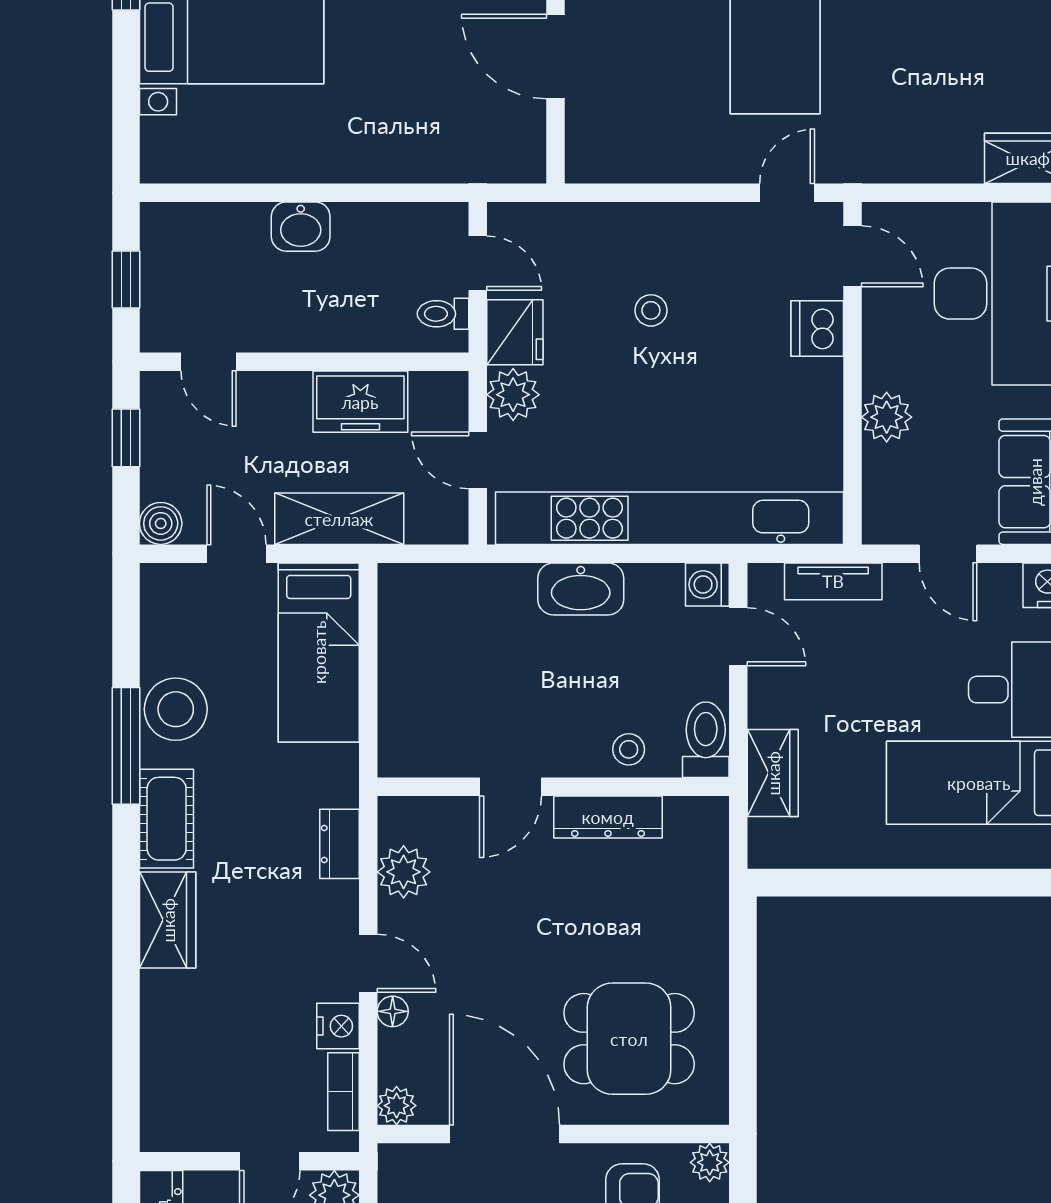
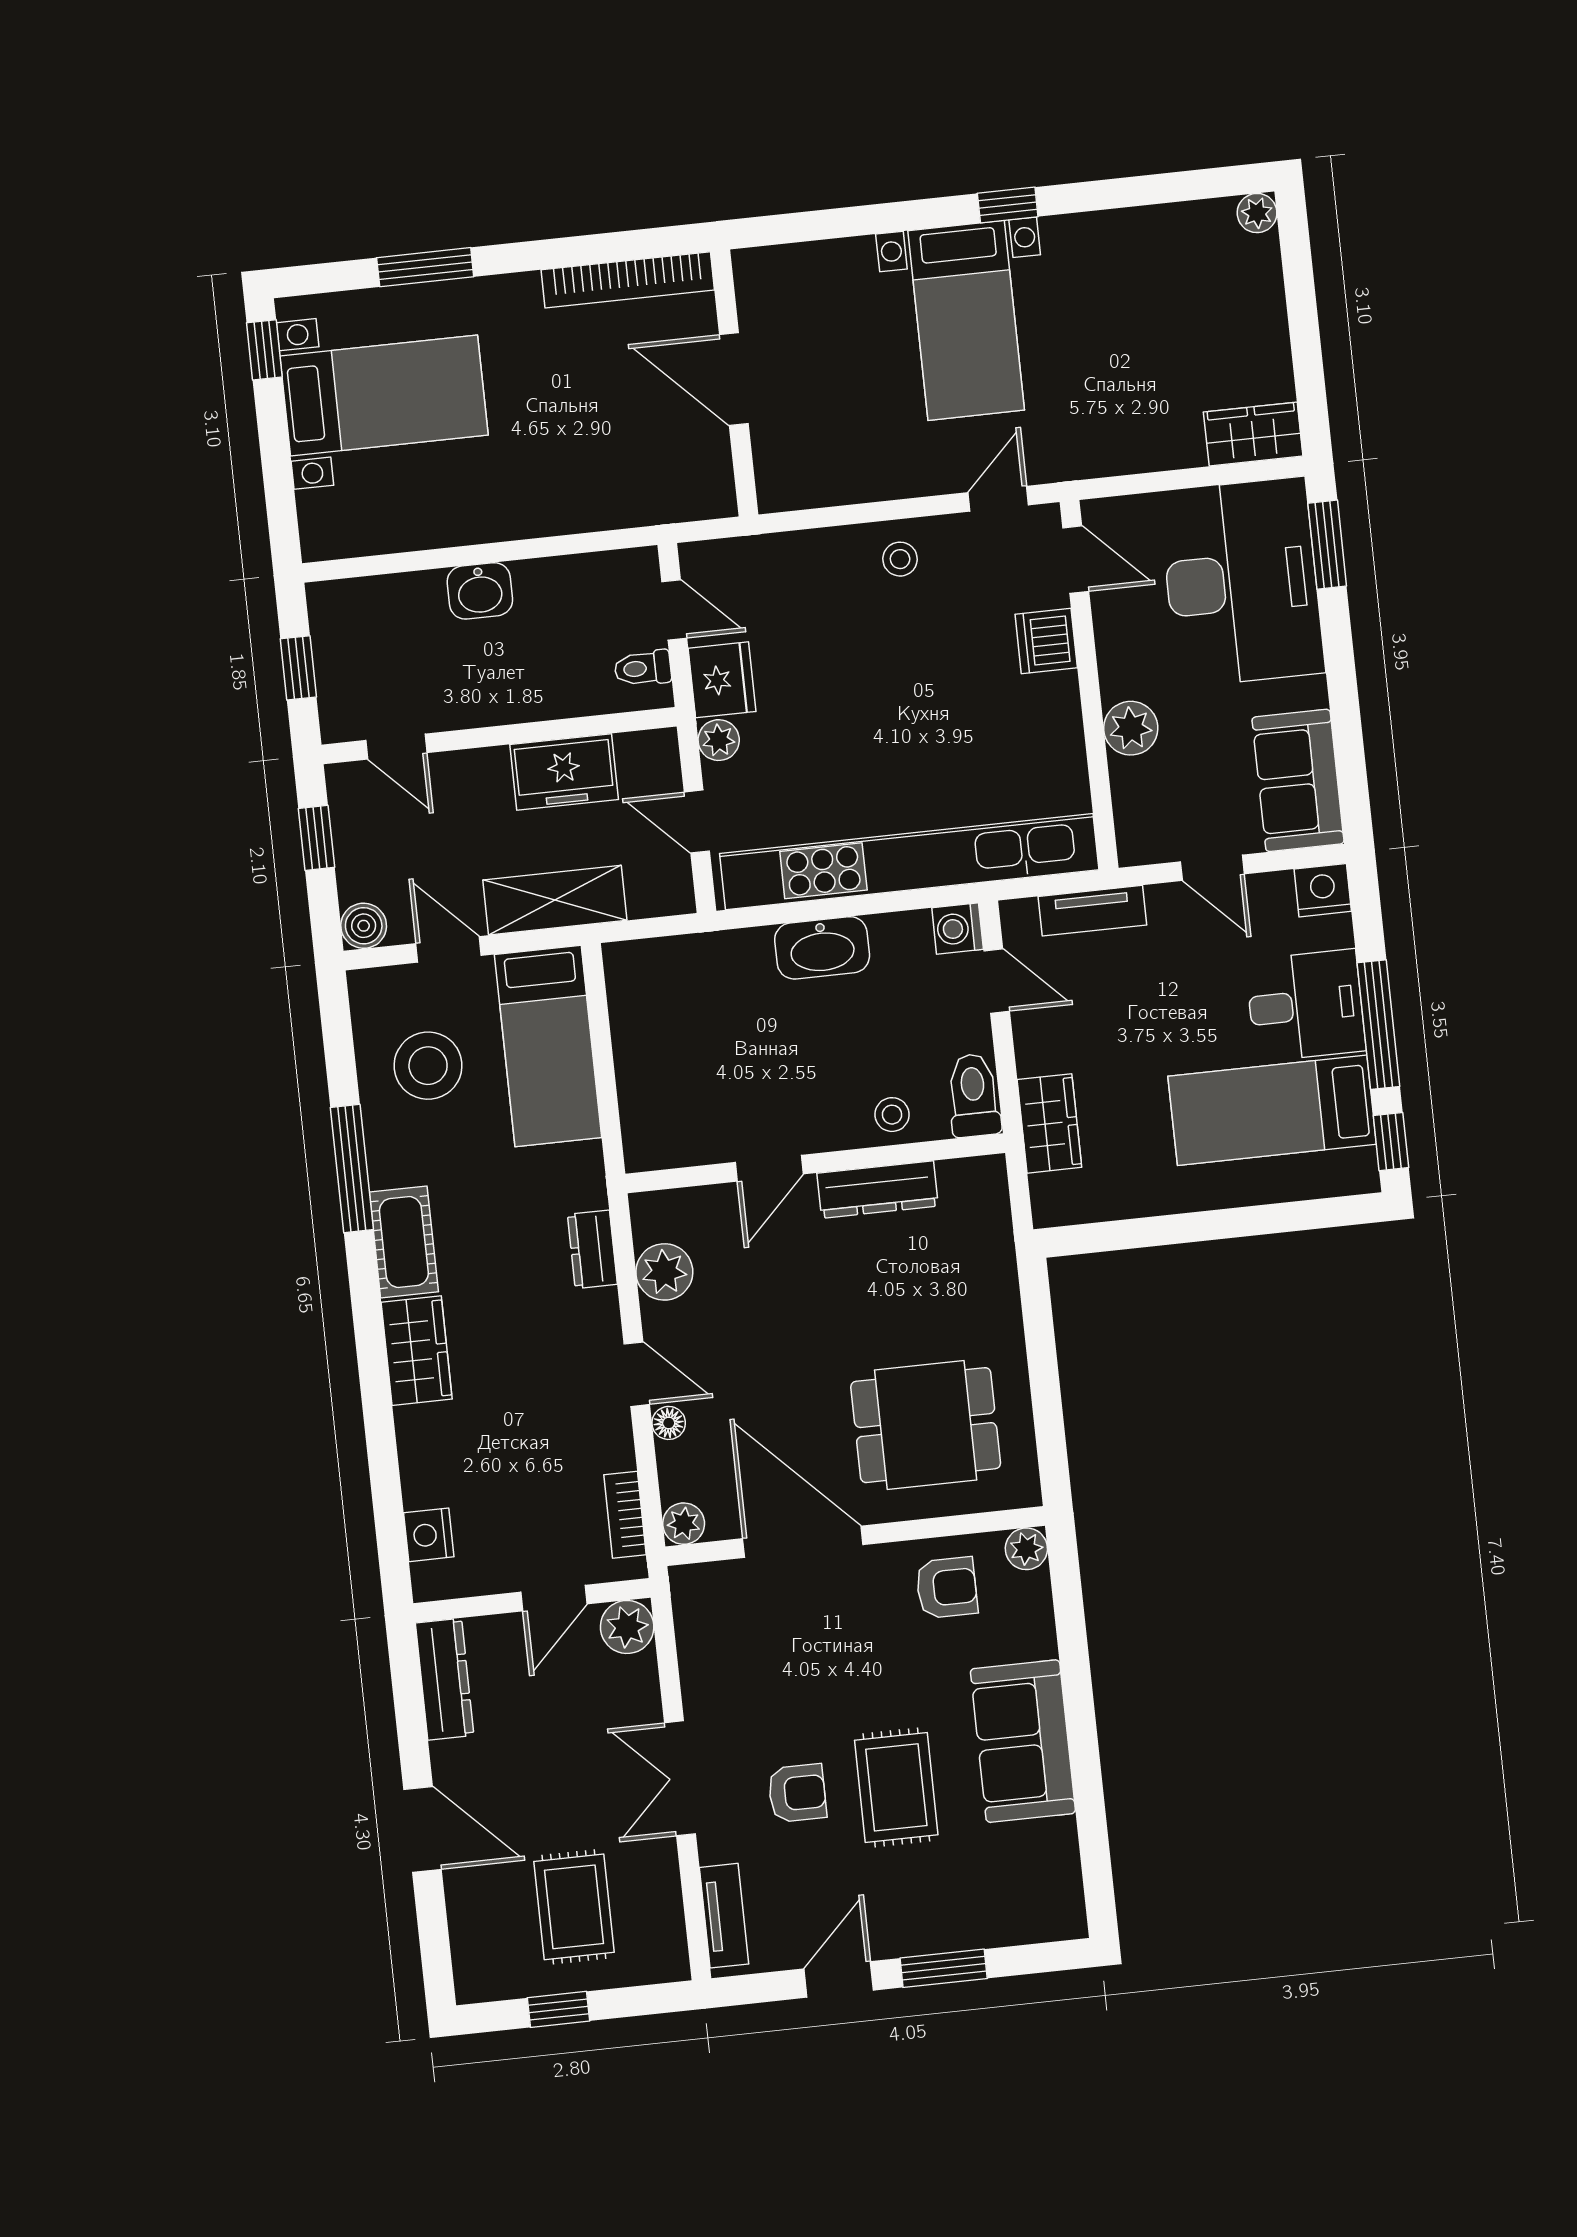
stool: (651, 310) -> (900, 559), moved
plant: (513, 395) -> (719, 740), width x0.73, depth x0.73
stool: (176, 709) -> (428, 1066), moved
nightstand: (338, 1026) -> (429, 1535), moved, turned 180

